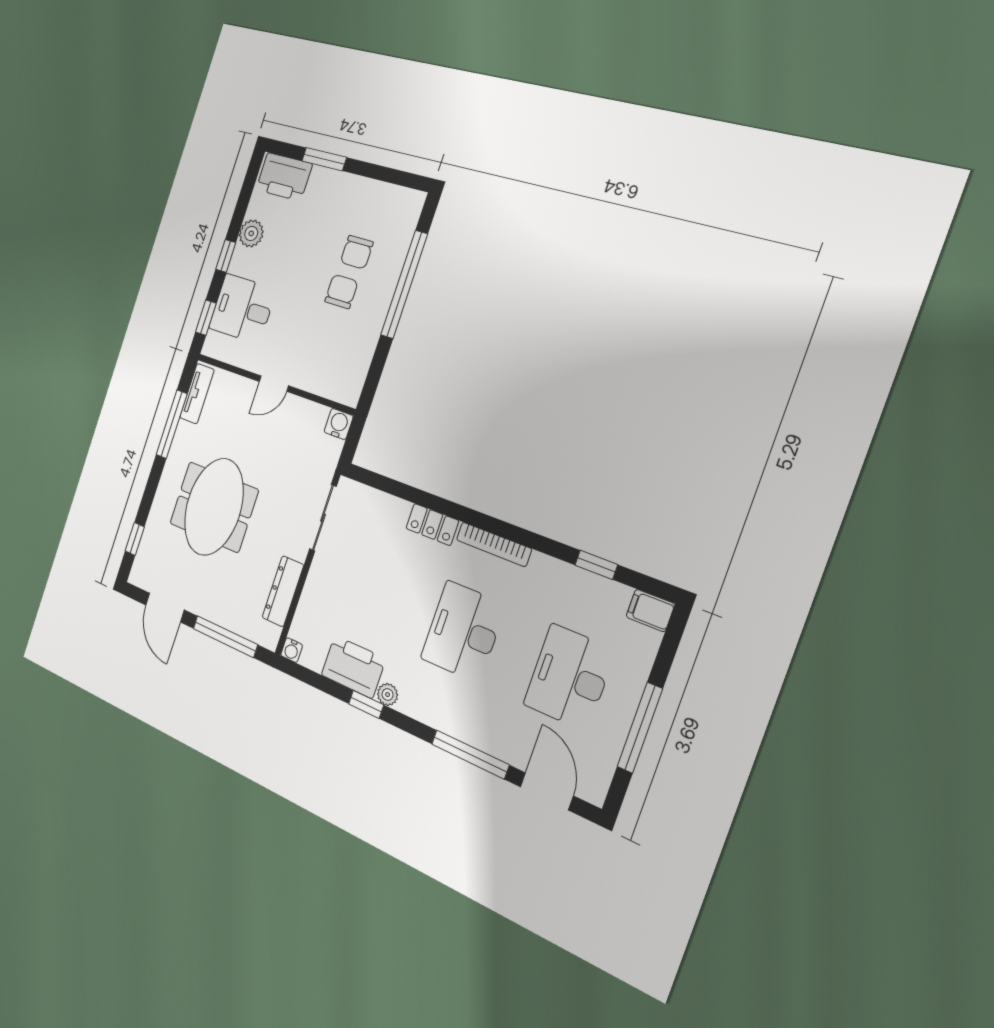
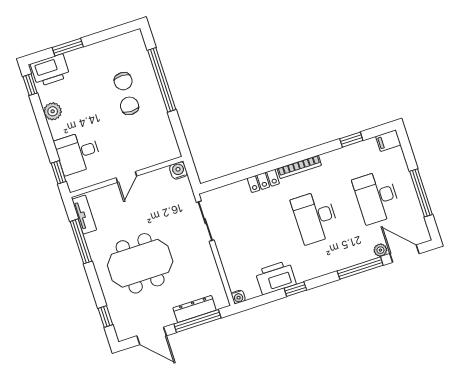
window: (226, 256) -> (30, 85), moved
meeting table: (214, 507) -> (140, 263), turned 90
dresser: (283, 591) -> (195, 309), moved, turned 90
plant: (388, 695) -> (380, 250), moved

